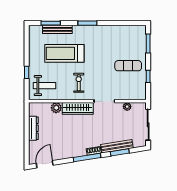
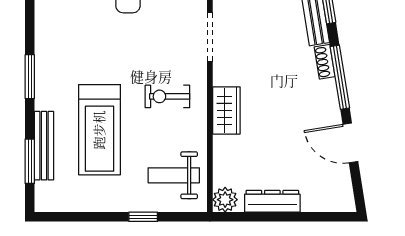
weight bench: (45, 86) -> (174, 175), turned -90
plant: (56, 108) -> (225, 200), moved
wardrobe: (78, 108) -> (226, 110), width x0.67
door: (45, 164) -> (350, 143), moved

